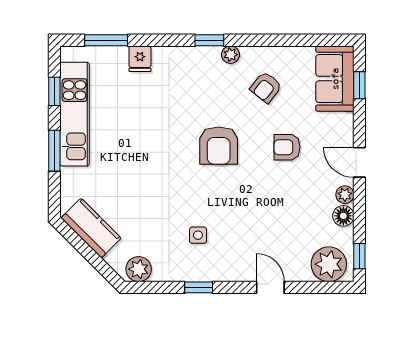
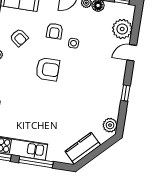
window: (54, 151) -> (36, 162), width x1.44
side table: (198, 235) -> (74, 43), moved
plant: (329, 264) -> (122, 29), moved

